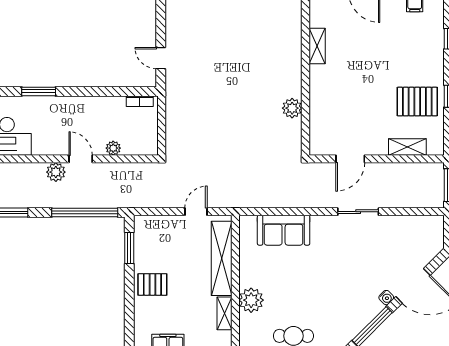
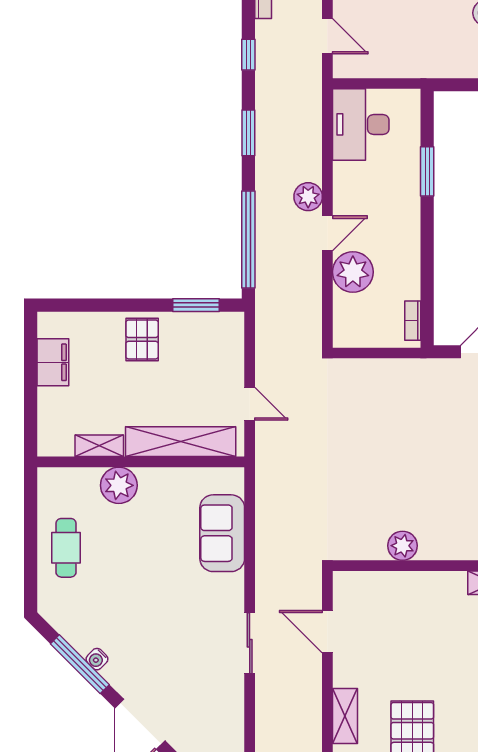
plant: (113, 148) -> (353, 272), width x1.87, depth x1.87
water cooler: (386, 298) -> (97, 659), moved

